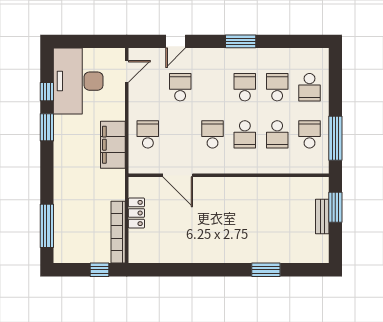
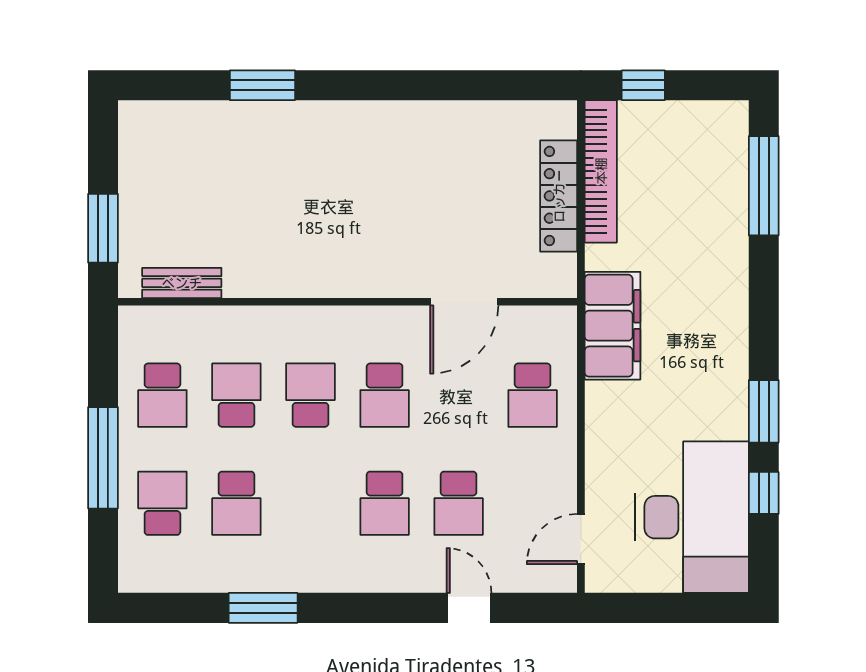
door: (176, 41) -> (469, 608), hinge flipped
window: (241, 41) -> (263, 608), moved
school desk: (245, 87) -> (385, 503), moved
window: (335, 138) -> (103, 458), moved
filing cabinet: (113, 145) -> (612, 326), moved
door: (178, 175) -> (464, 302), swing flipped
locker: (136, 213) -> (559, 196), width x1.53
bench: (322, 216) -> (182, 283), moved, turned 90

